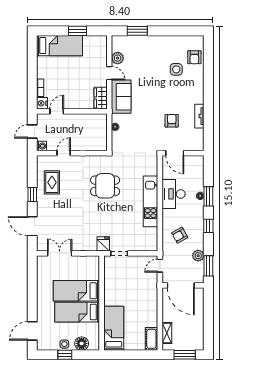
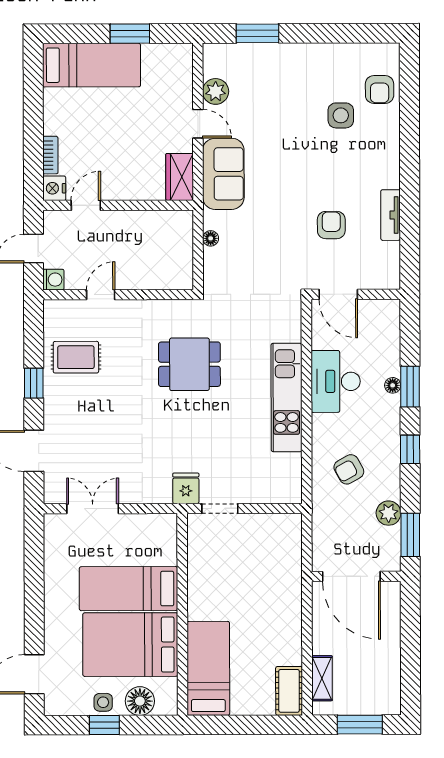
rug: (52, 182) -> (76, 357), turned 90
door: (160, 266) -> (307, 534), removed
bed: (77, 312) -> (130, 645), width x1.50

